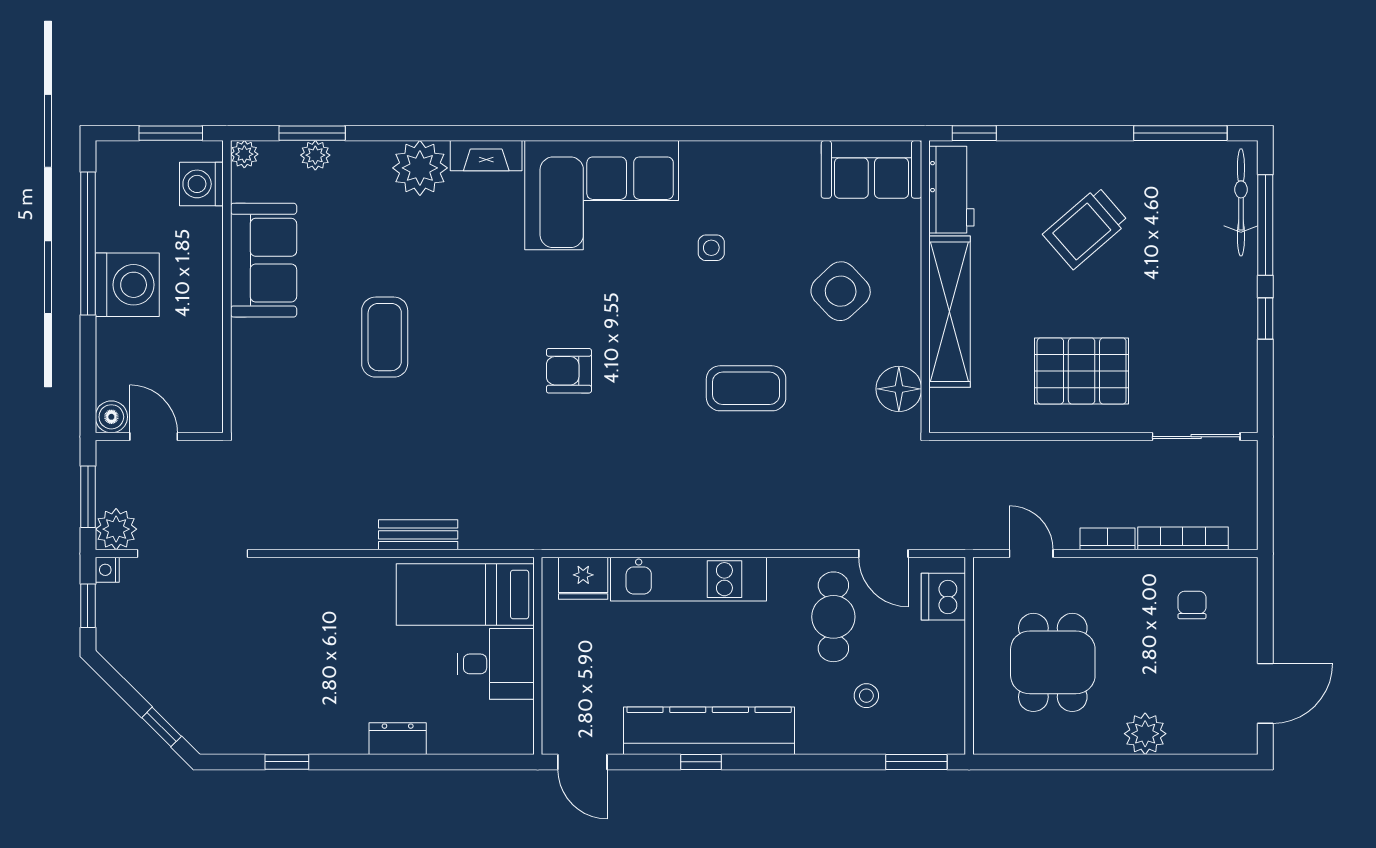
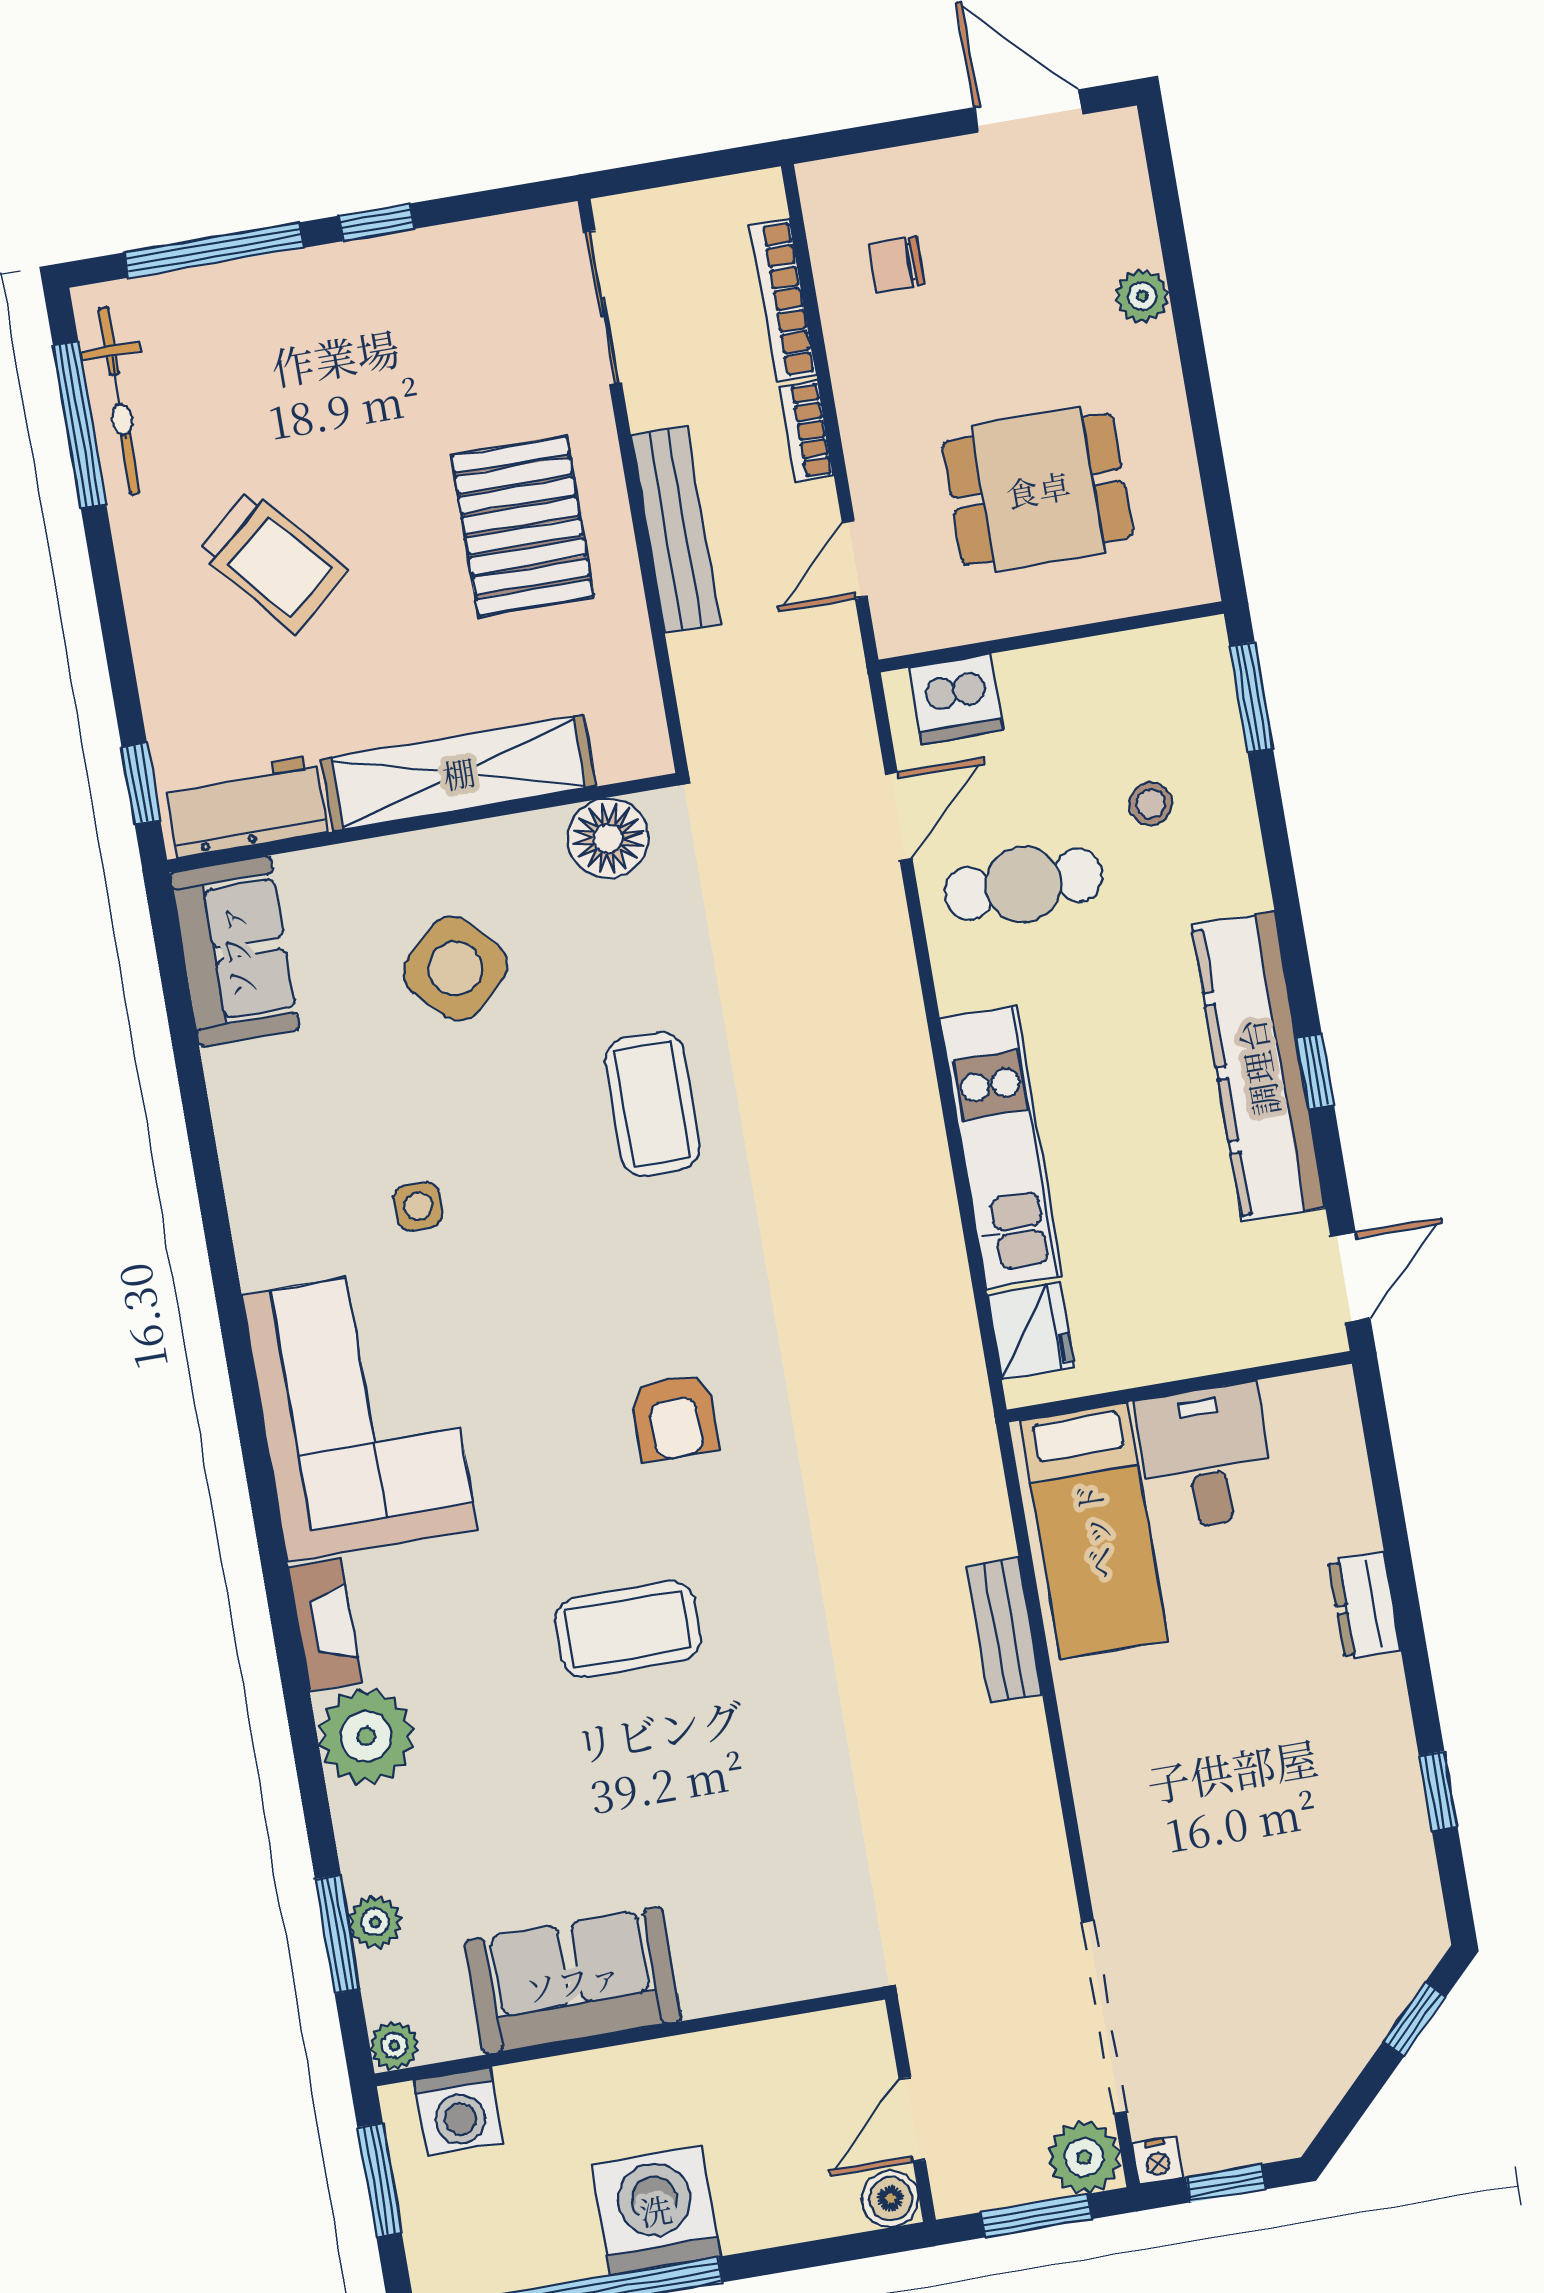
bicycle: (1241, 202) -> (119, 401), moved, turned -90
coffee table: (385, 337) -> (628, 1629), moved
bench: (1065, 456) -> (675, 529), added
plant: (1145, 734) -> (1142, 296), width x0.73, depth x0.73

